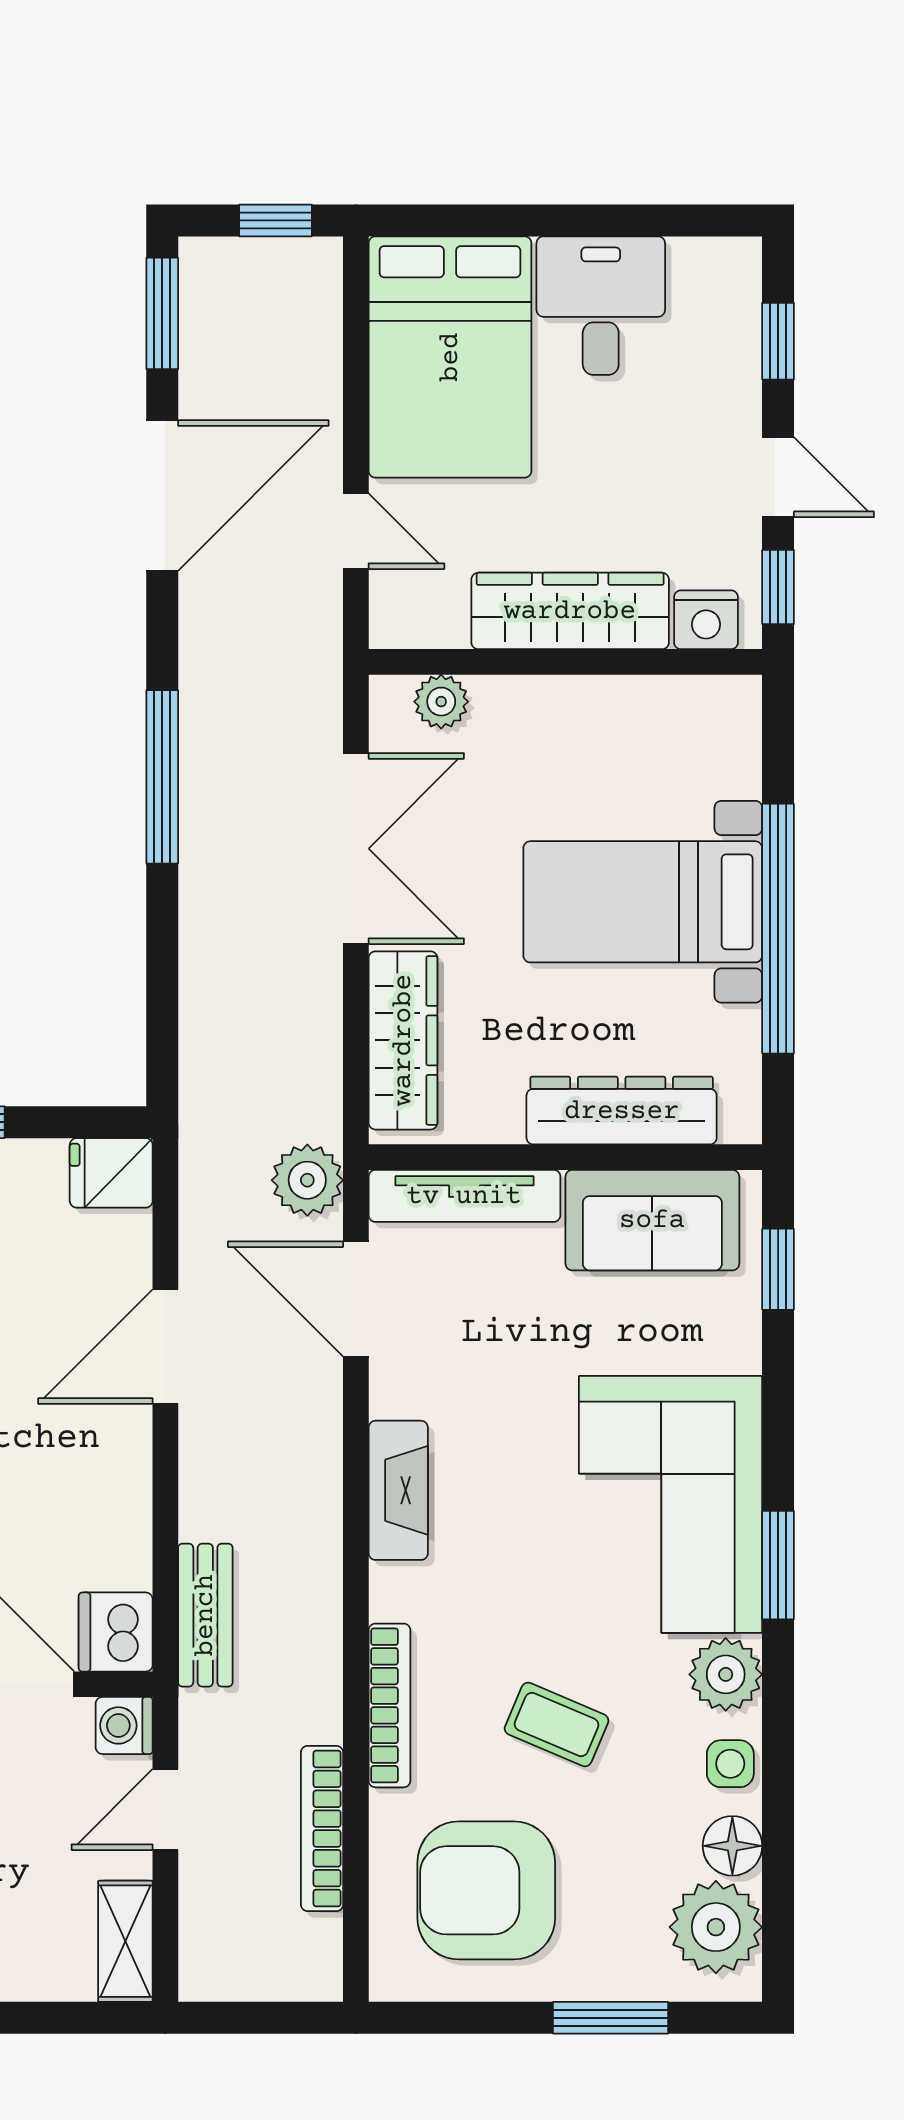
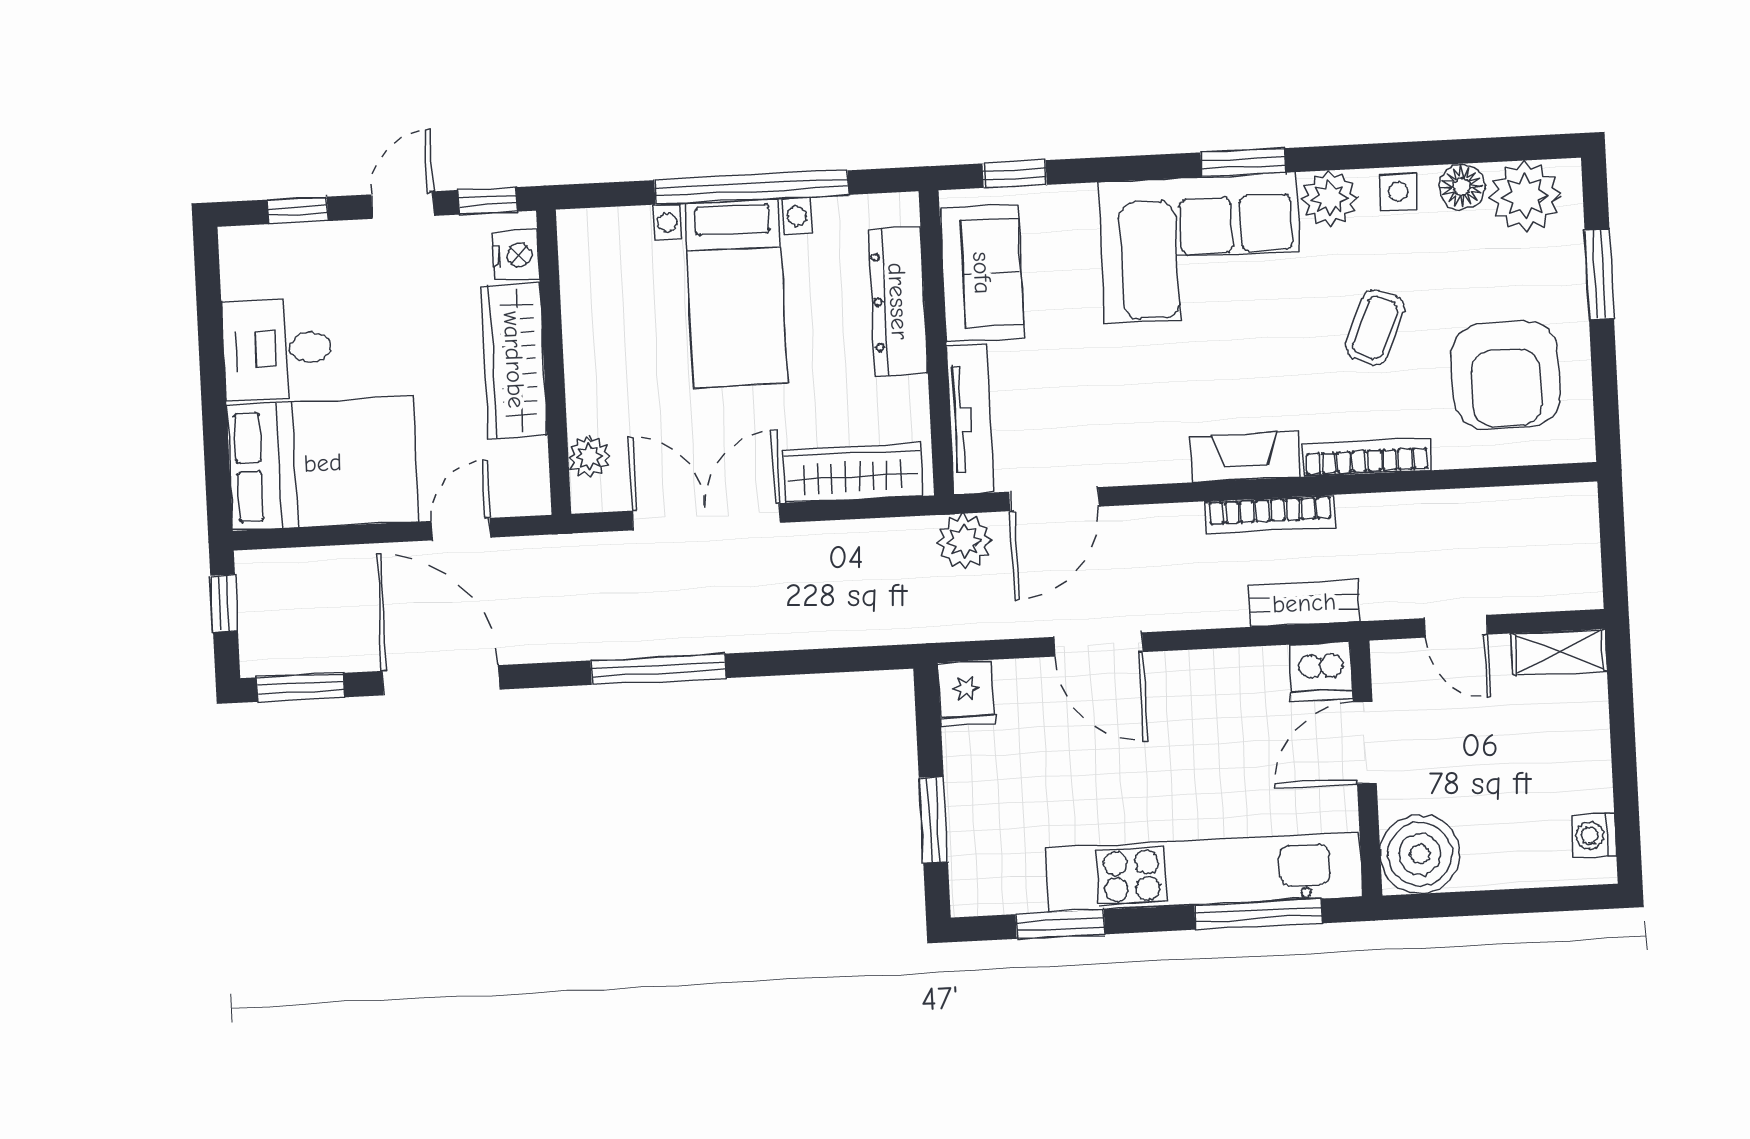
fireplace: (398, 1490) -> (1246, 457), moved
washing machine: (124, 1725) -> (1393, 661), removed
bookcase: (322, 1829) -> (1270, 514), moved

